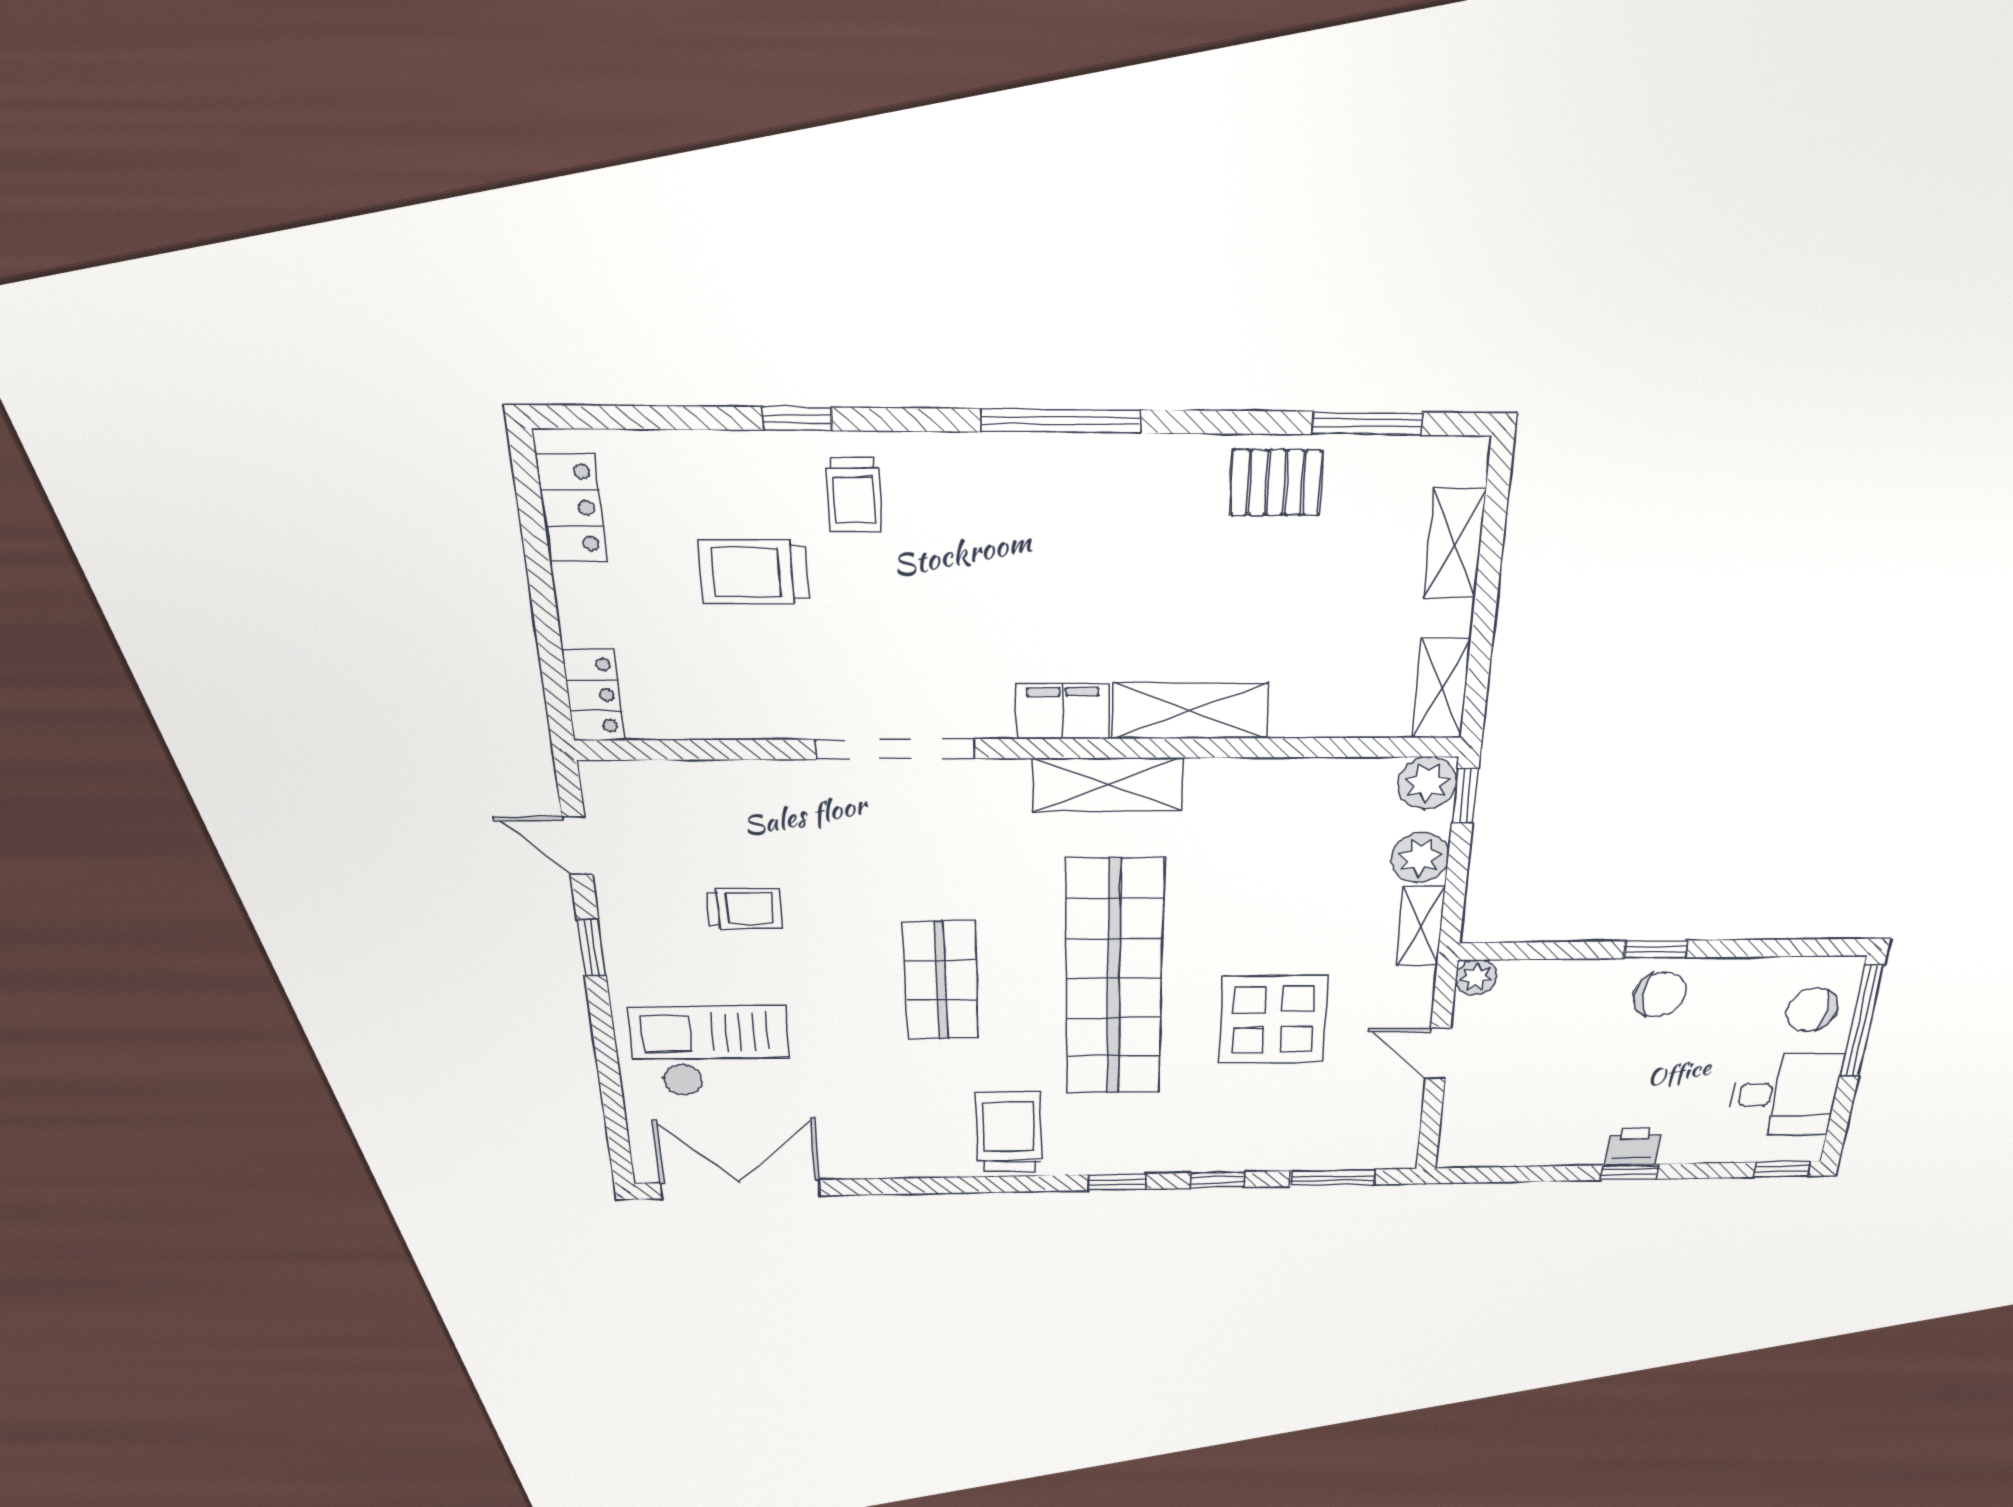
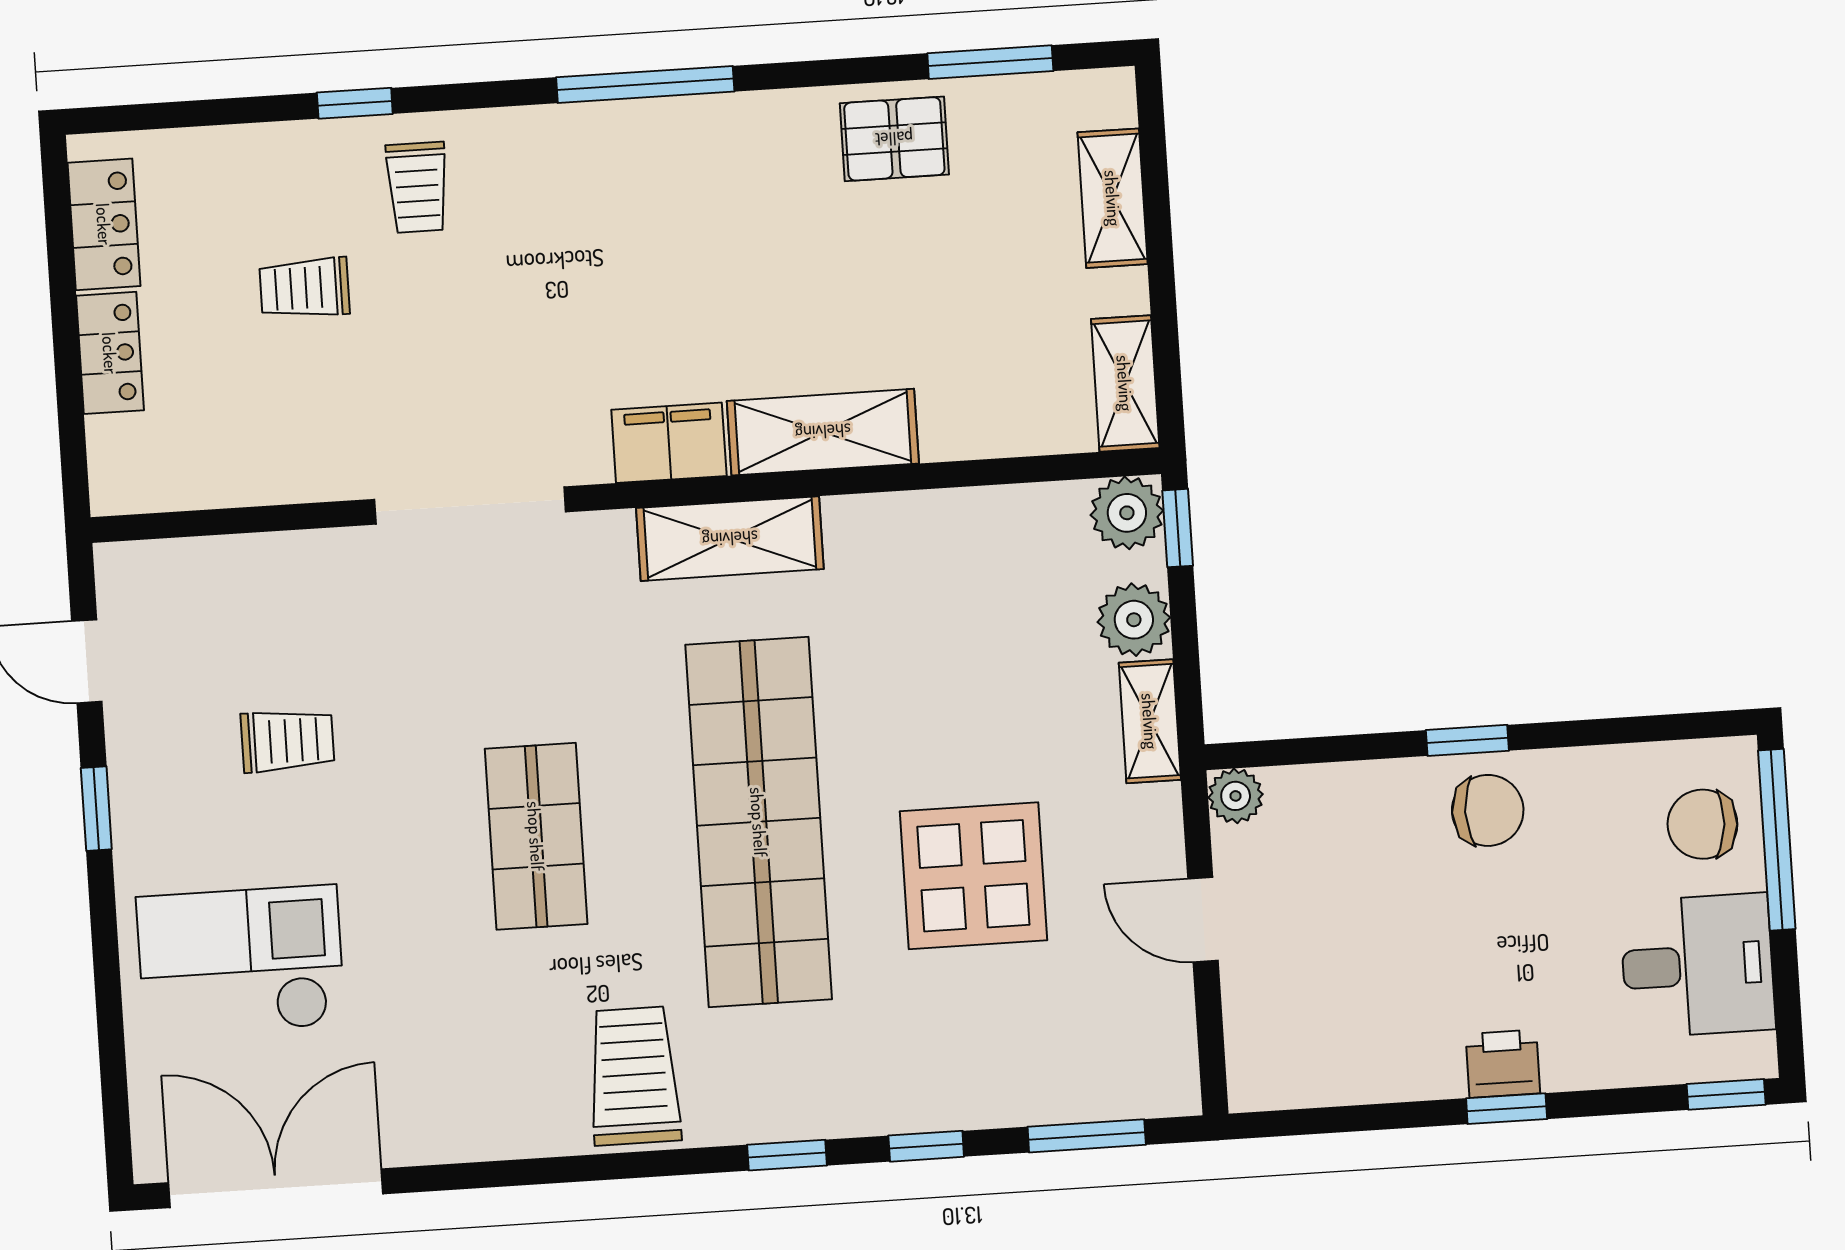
trolley: (754, 572) -> (304, 288), width x0.73, depth x0.72
locker: (594, 695) -> (110, 353), moved

